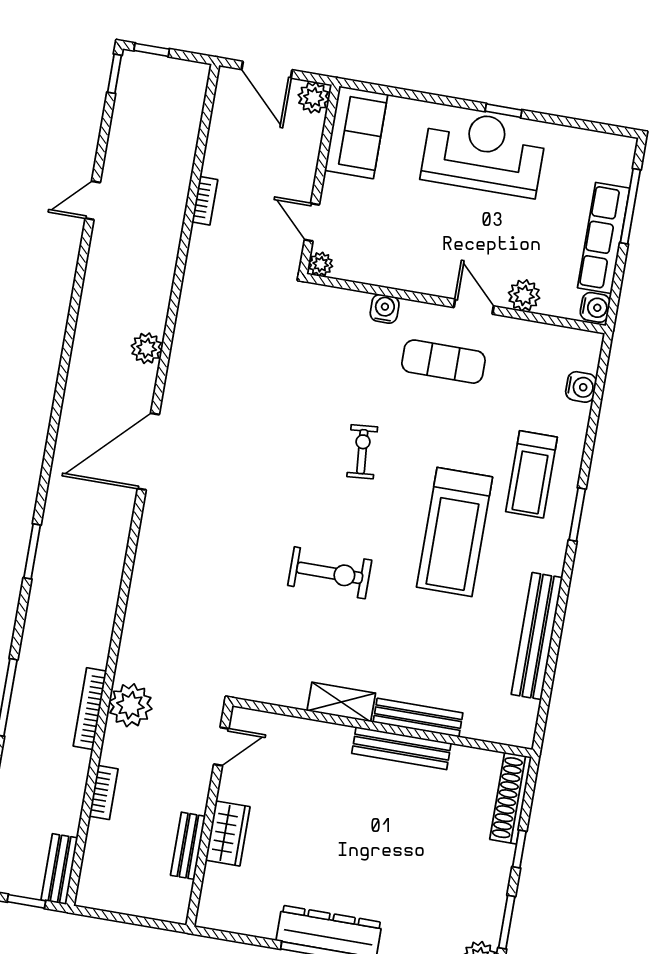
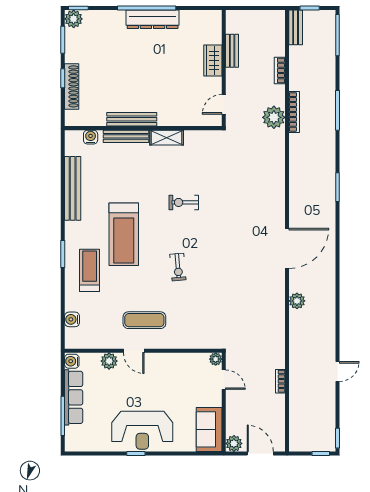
water cooler: (385, 309) -> (91, 137), moved, turned 180
treadmill: (454, 532) -> (124, 234), turned 180
exercise bike: (330, 573) -> (184, 202), width x0.73, depth x0.72
shoe rack: (511, 798) -> (72, 86), moved

